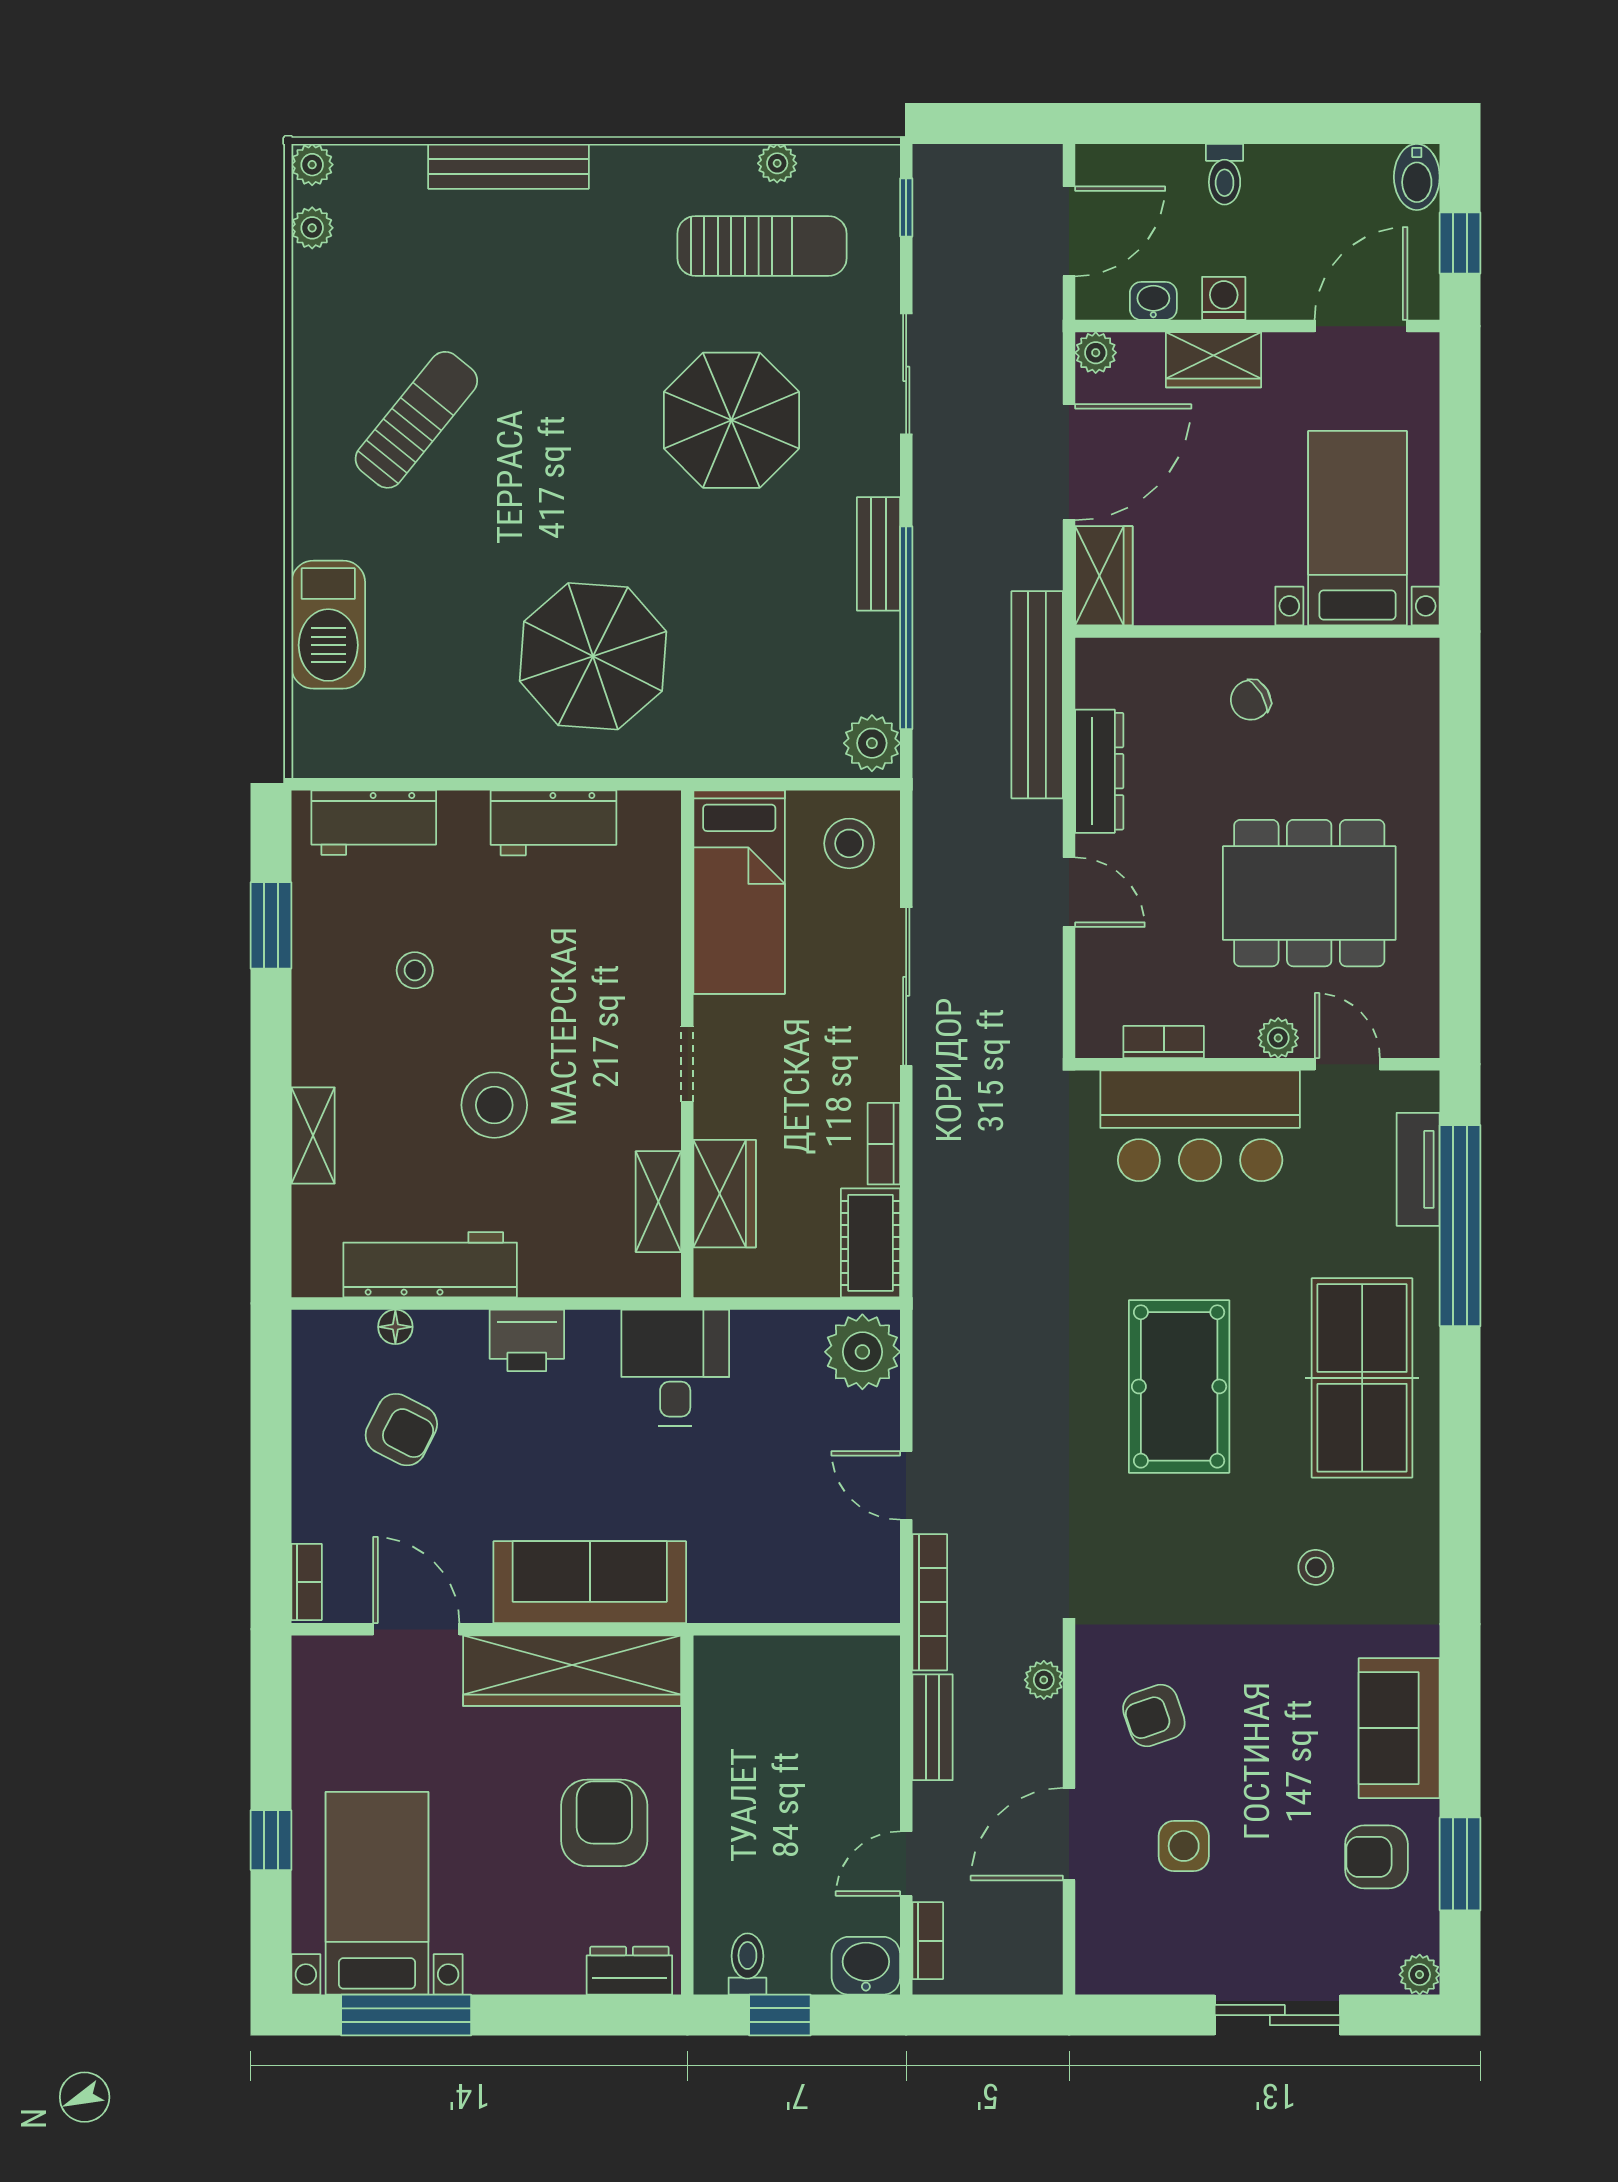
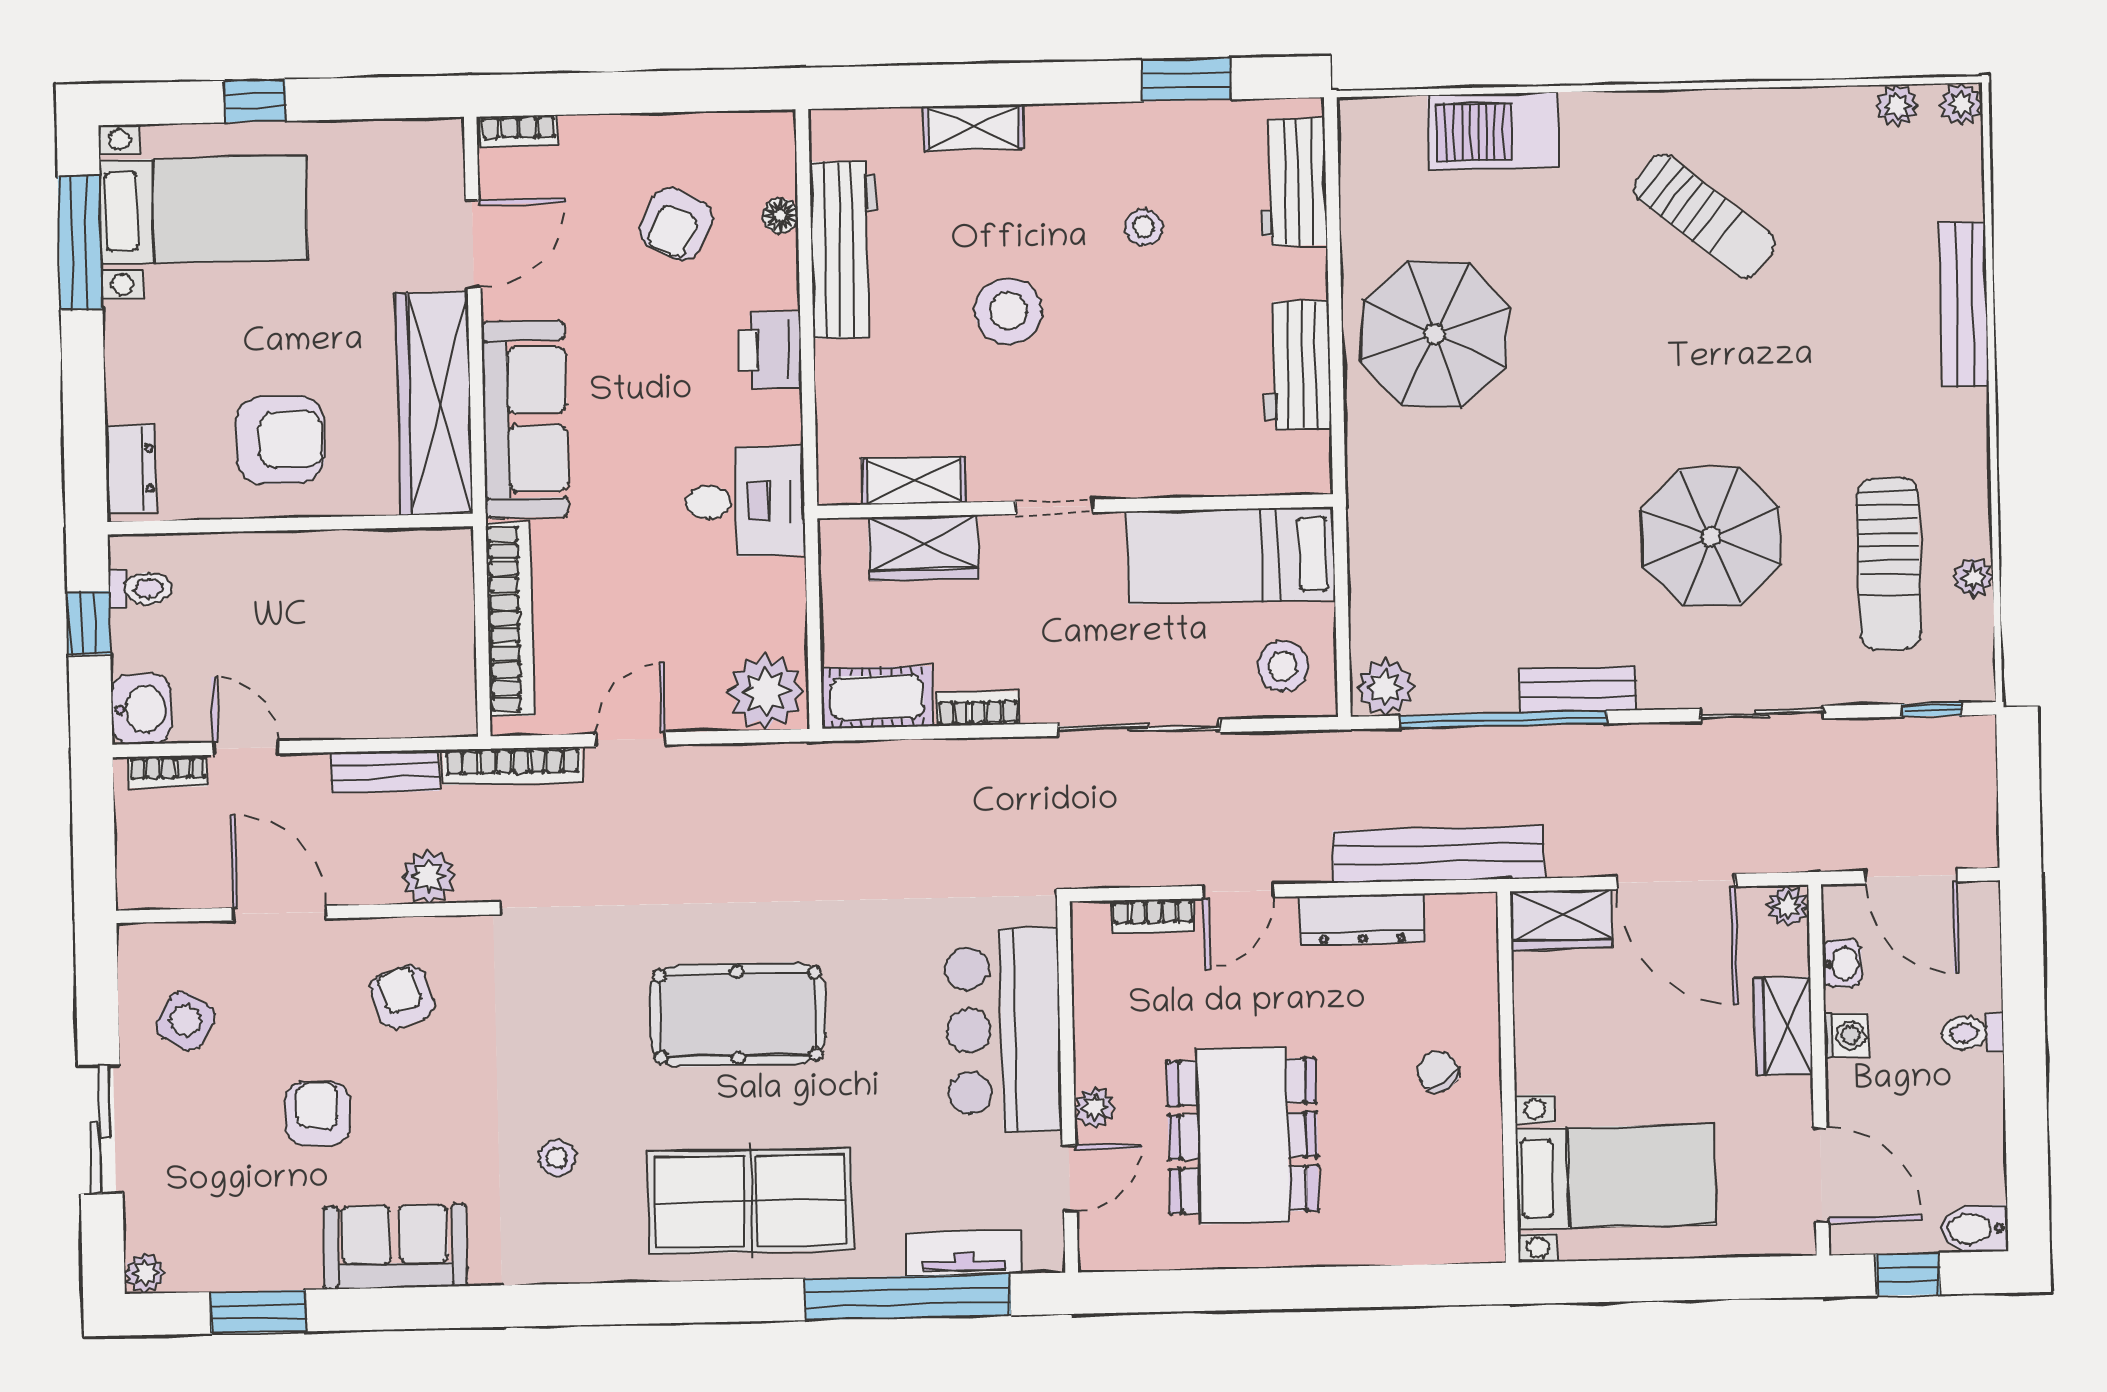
parasol: (593, 656) -> (1435, 334), moved
bookcase: (1164, 1042) -> (1153, 916), moved, turned 90
bookcase: (785, 1601) -> (510, 619), added
plant: (1044, 1680) -> (428, 877), width x1.38, depth x1.38
side table: (1184, 1846) -> (186, 1021), moved, turned 30
armchair: (1376, 1857) -> (318, 1113), moved

